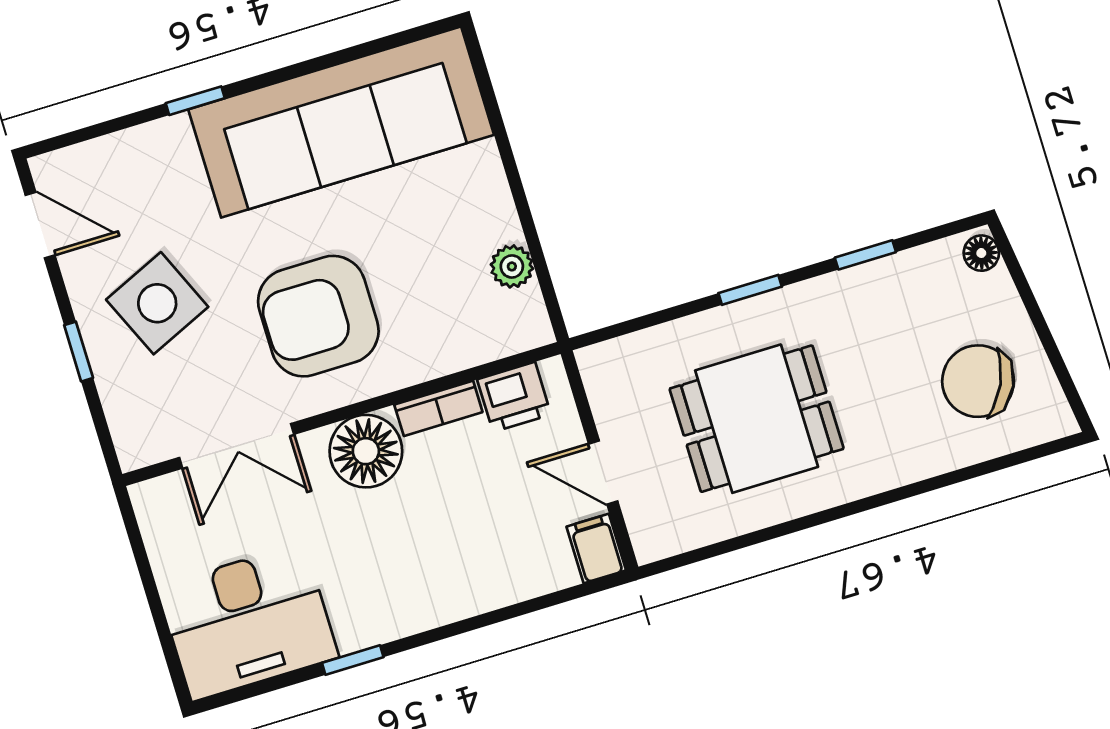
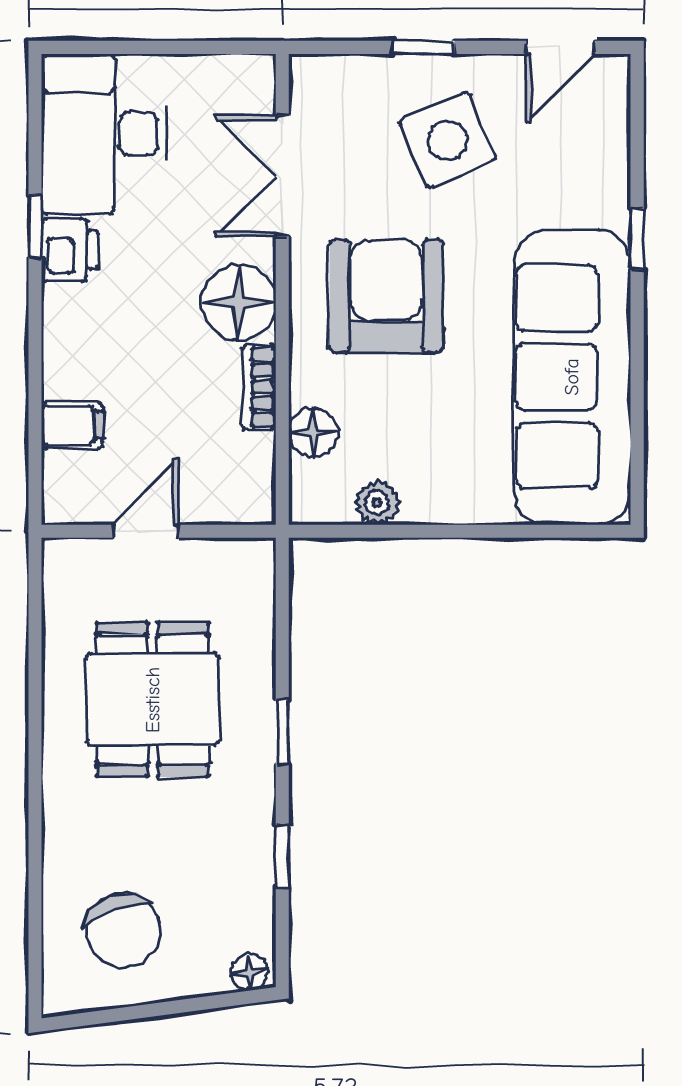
floor lamp: (465, 345) -> (313, 432), added
chair: (978, 381) -> (123, 930), turned 135
printer: (514, 397) -> (70, 250), moved, turned 180
filing cabinet: (596, 548) -> (72, 425), moved

